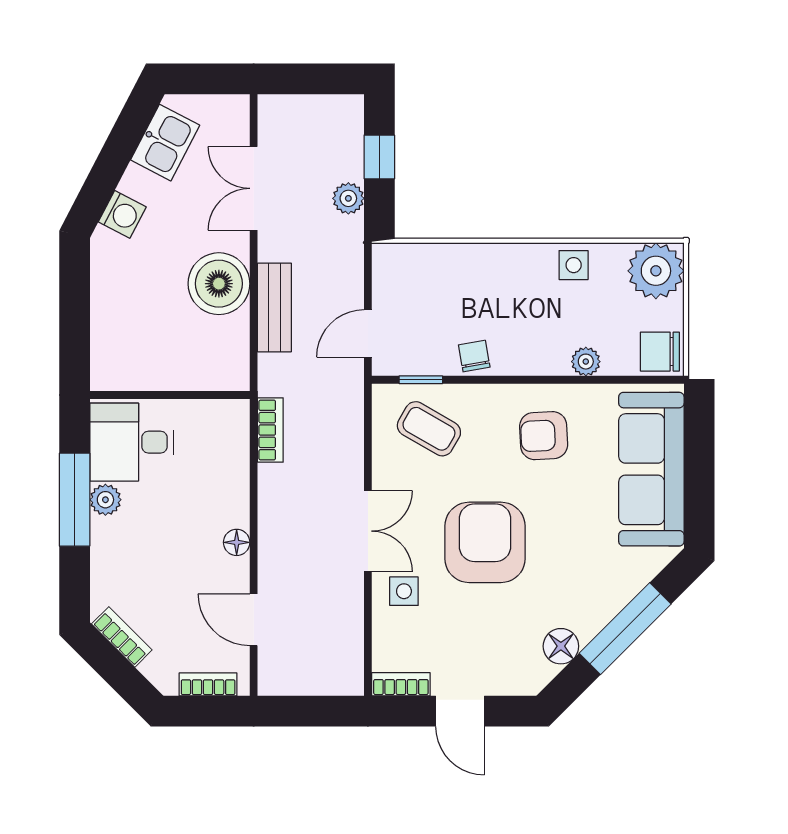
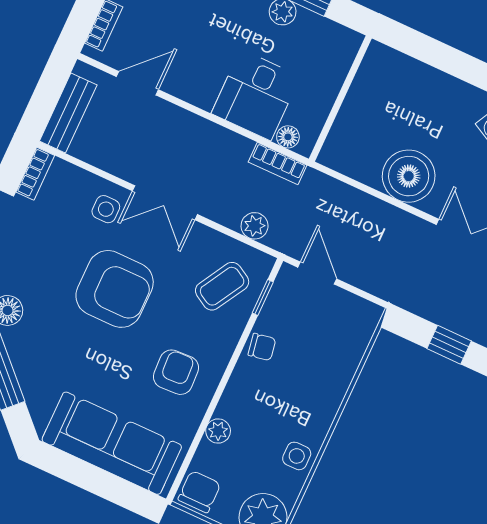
plant: (348, 198) -> (255, 226), moved
bench: (274, 307) -> (68, 113), moved, turned 90
desk: (132, 442) -> (256, 95), moved, turned 180
floor lamp: (237, 542) -> (288, 137), moved

